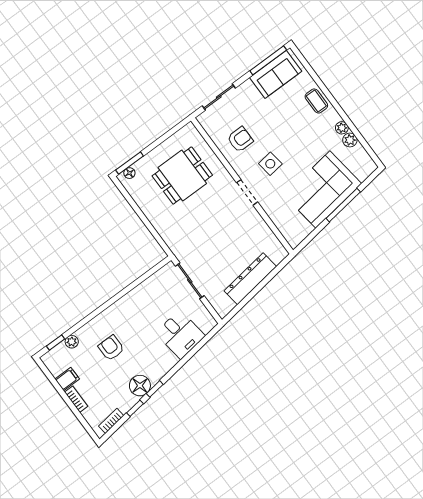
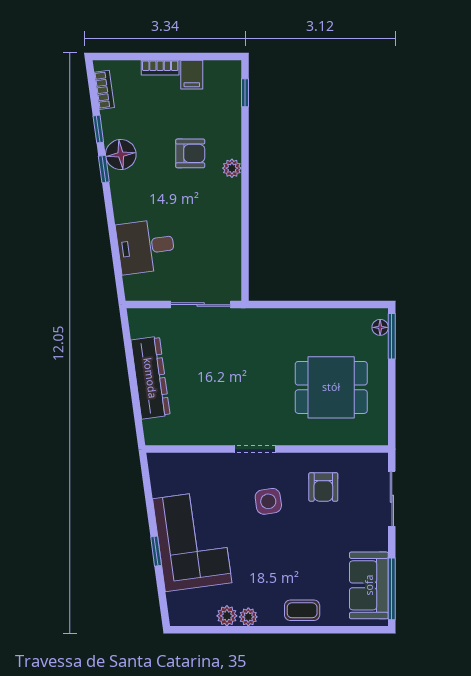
dining table: (182, 176) -> (331, 387), turned 90
window: (343, 205) -> (156, 551), width x0.46
plant: (72, 342) -> (232, 168), moved

